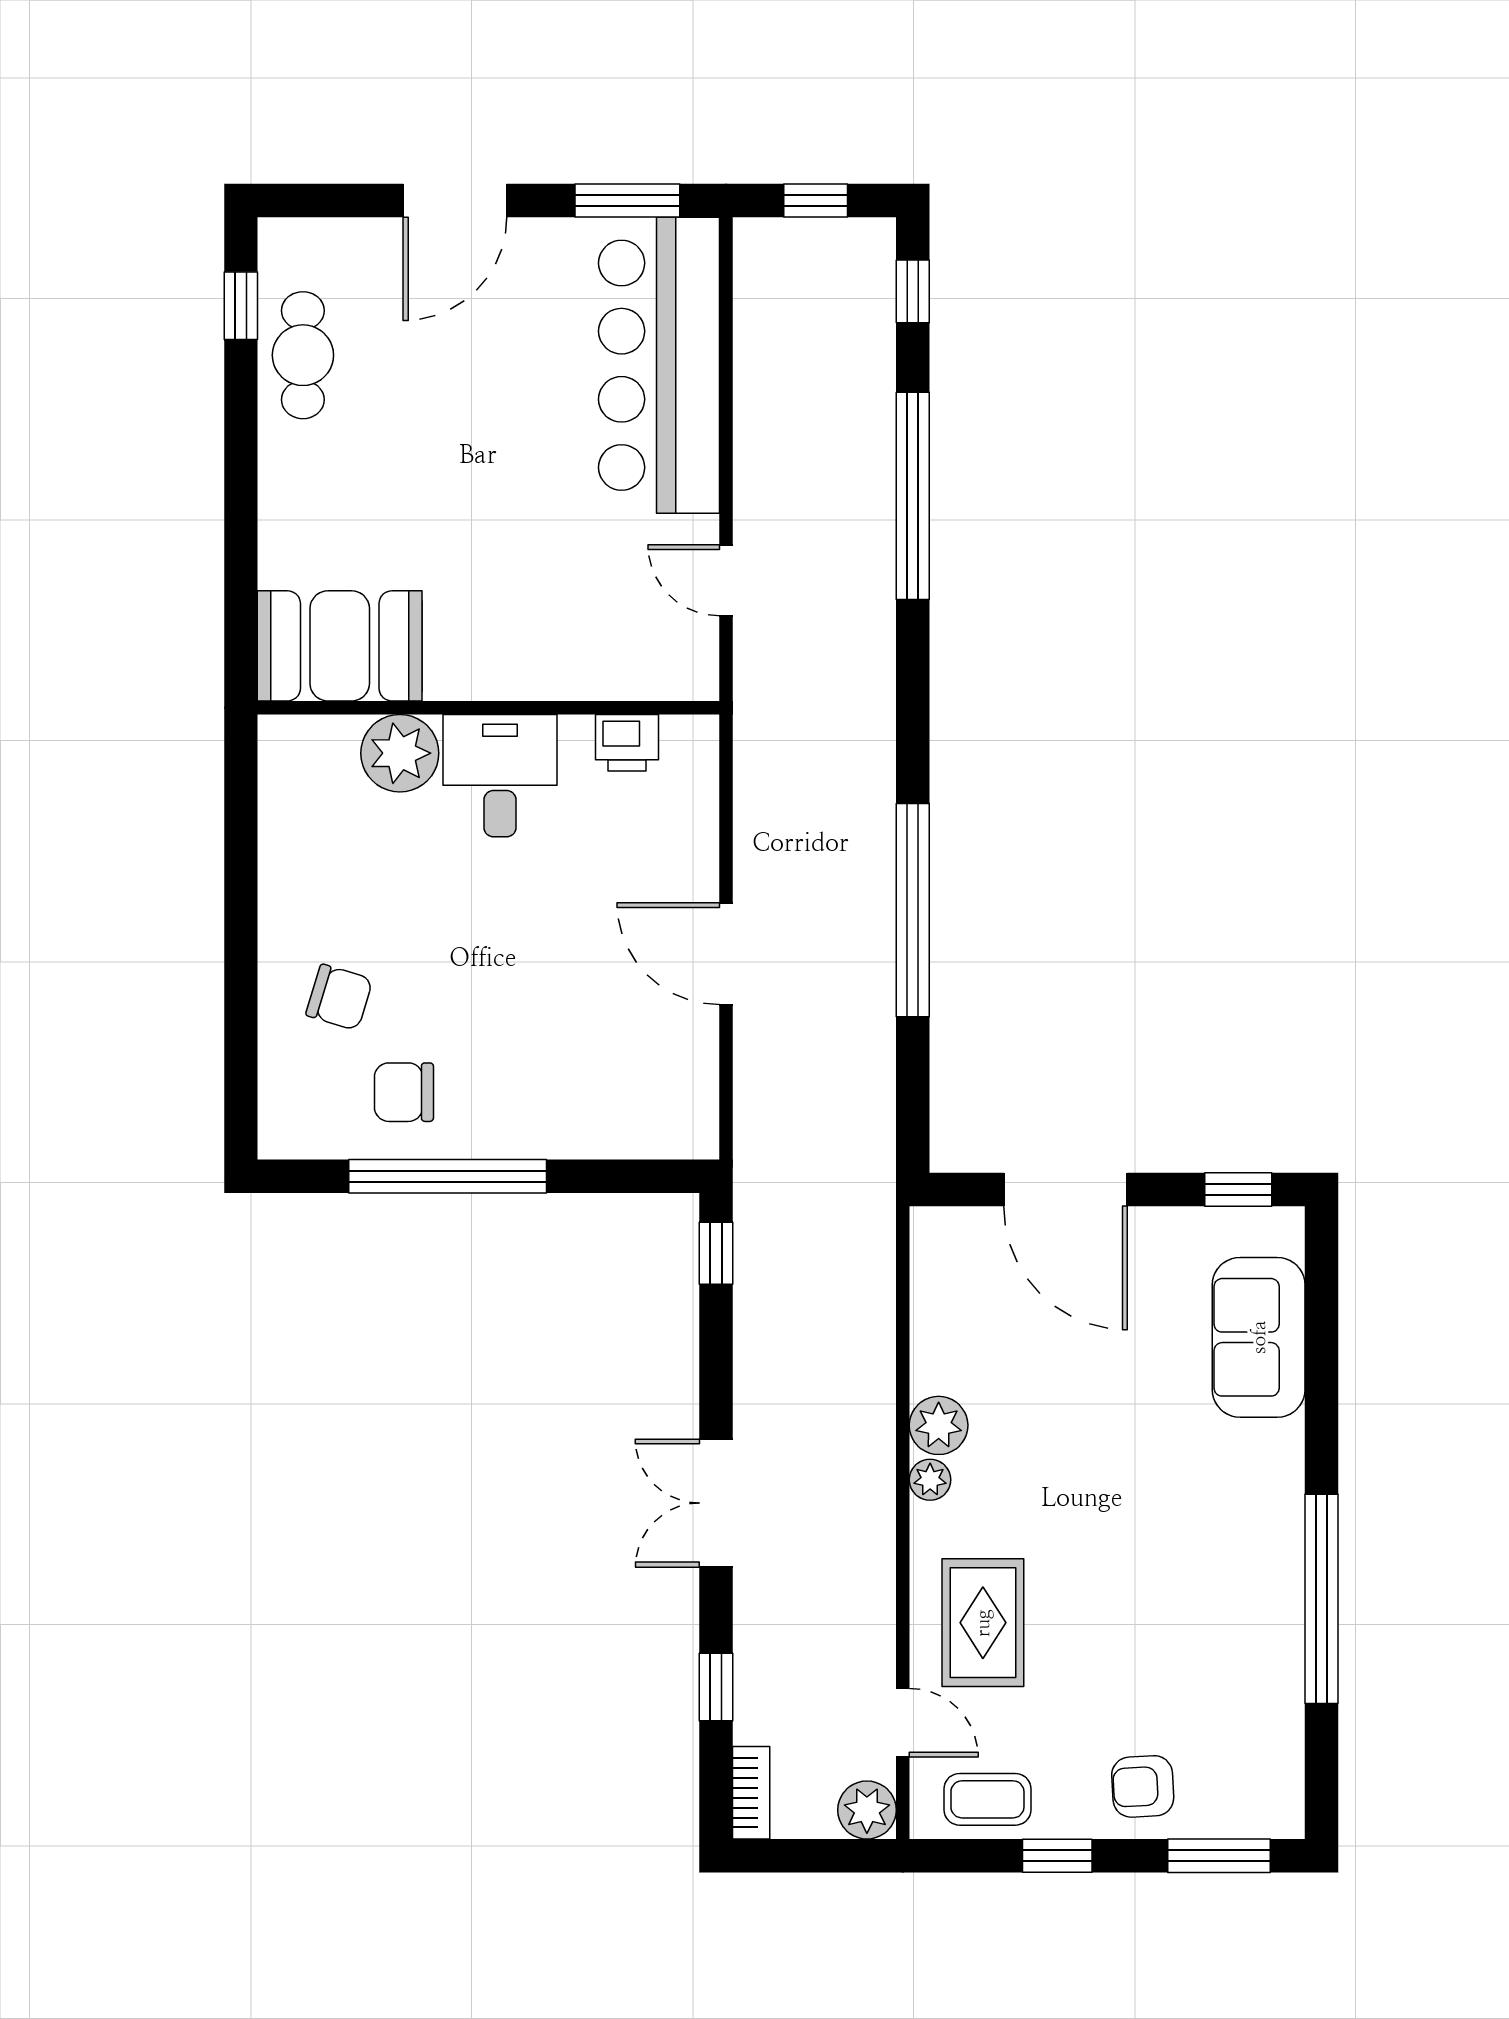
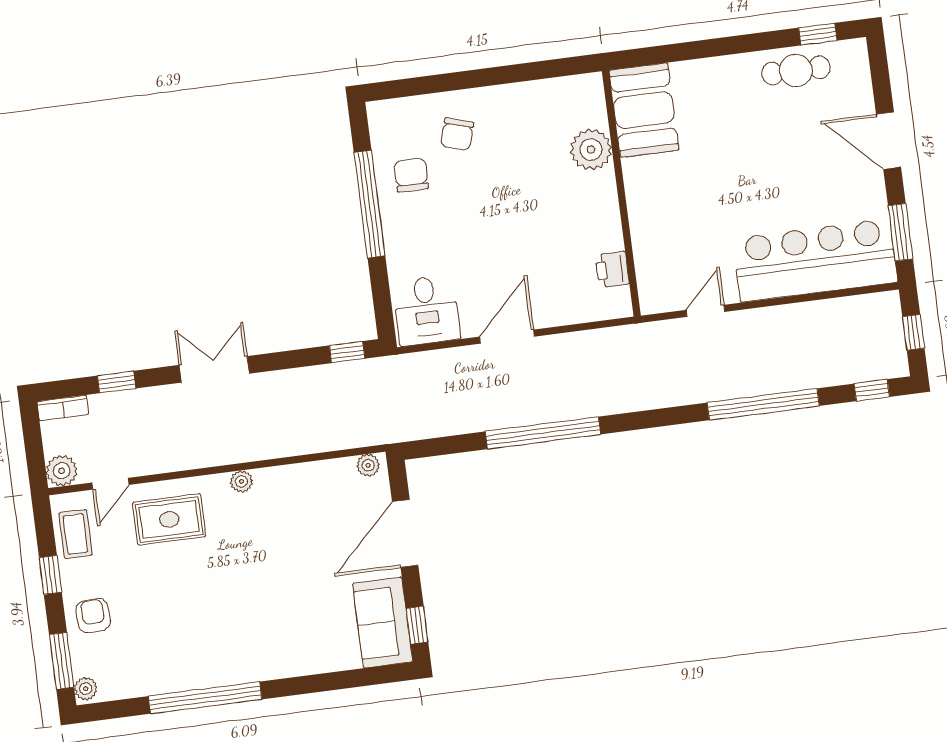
desk: (500, 776) -> (427, 310), moved, turned 90
sofa: (1259, 1337) -> (383, 622), moved, turned -90
plant: (939, 1425) -> (368, 465), moved, width x0.73, depth x0.73
plant: (1276, 1818) -> (86, 689), added

